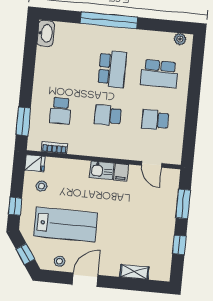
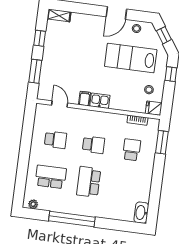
window: (109, 20) -> (72, 219), moved
shelving: (134, 272) -> (59, 15), moved

